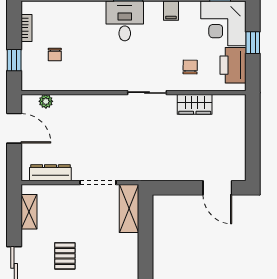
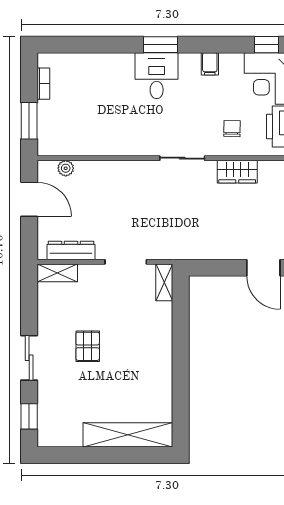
chair: (55, 54) -> (76, 114), removed
window: (14, 60) -> (29, 121), width x1.50
shelving: (129, 208) -> (164, 282), width x0.67, depth x0.75
shelving: (29, 212) -> (57, 273), moved, turned 90

